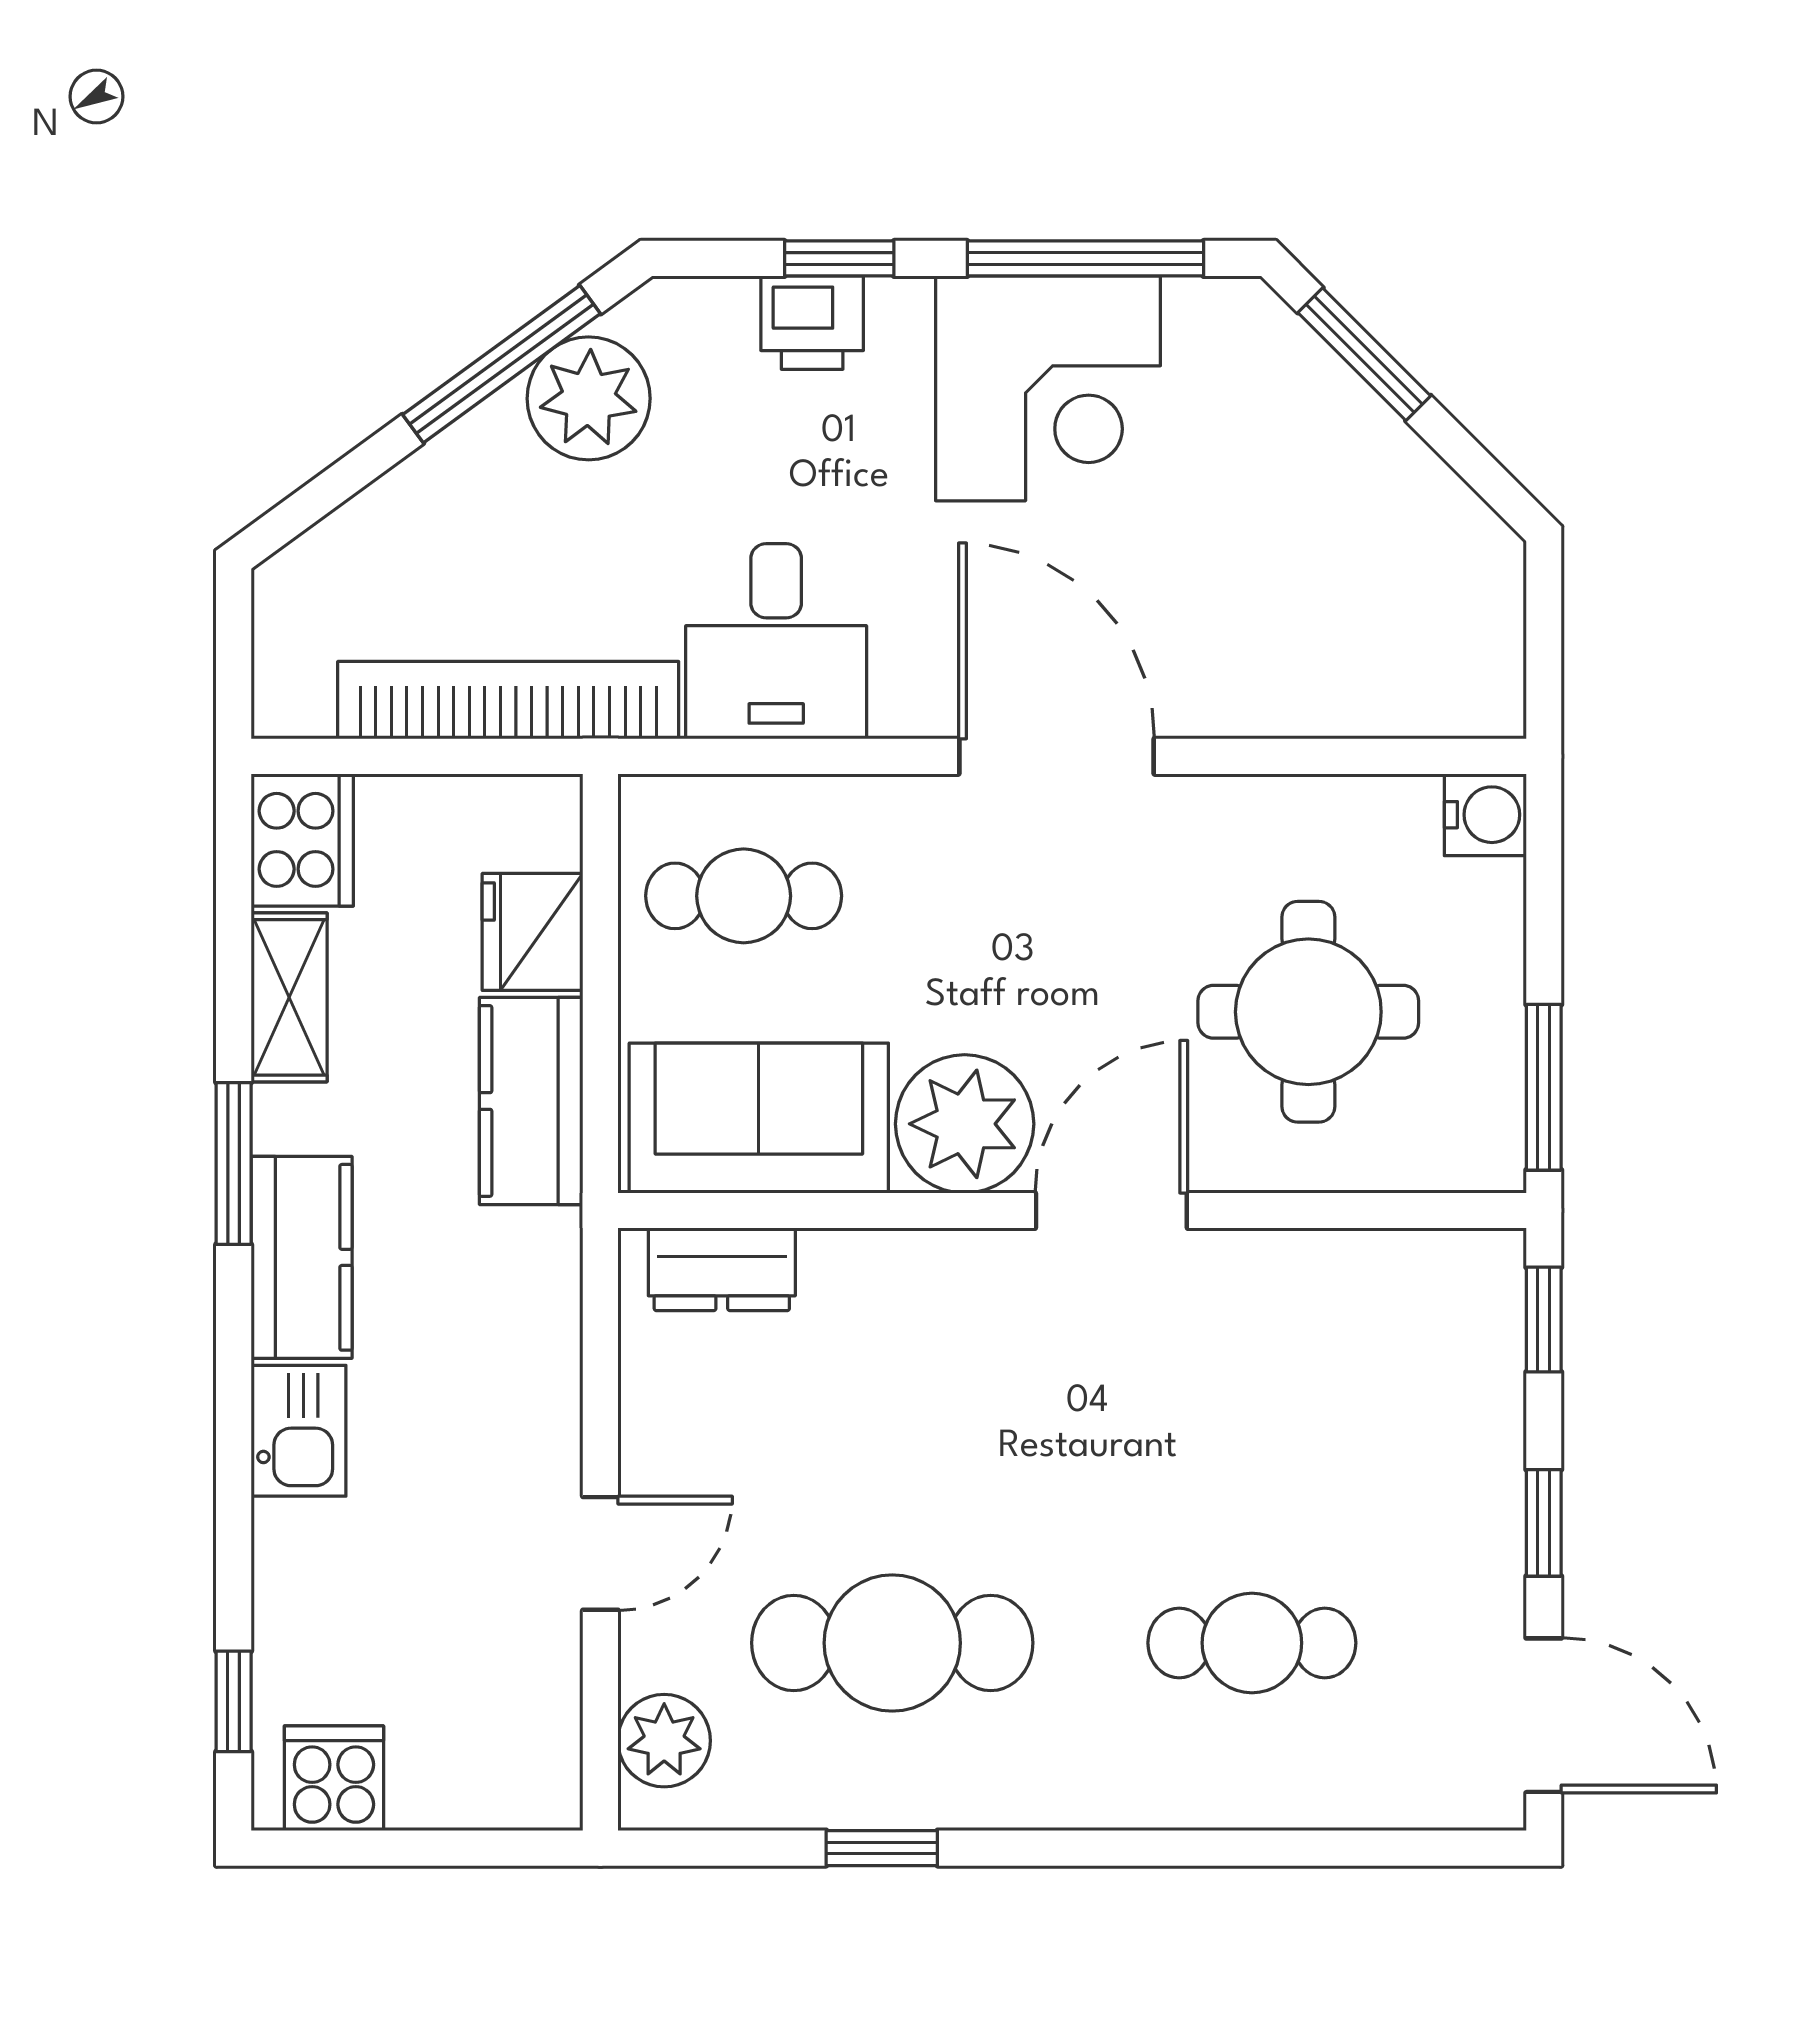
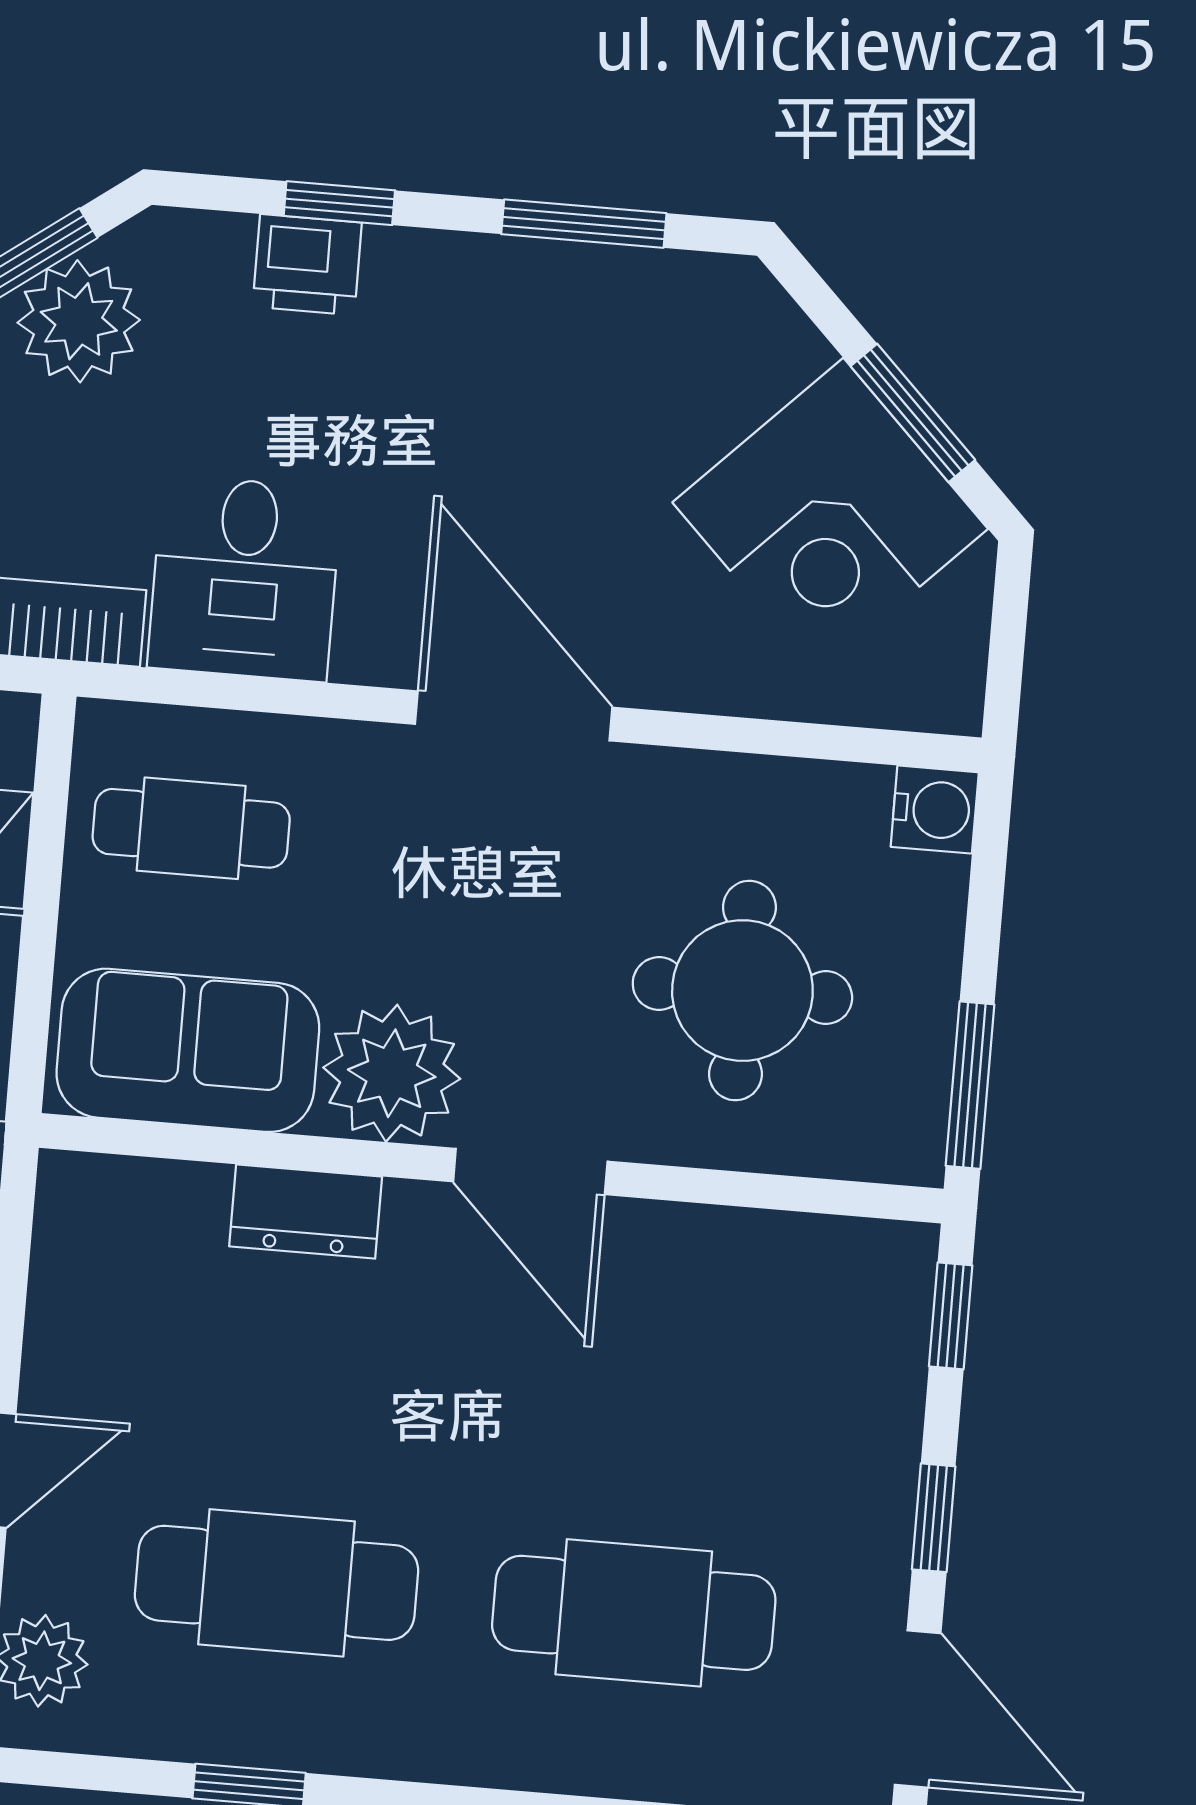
window: (1085, 258) -> (584, 224), width x0.69
window: (1364, 354) -> (913, 413), moved
corner desk: (1048, 388) -> (830, 516), moved, turned 45
door: (1111, 1210) -> (530, 1172), swing flipped
dresser: (722, 1269) -> (306, 1211), moved
cafe table: (1252, 1643) -> (634, 1613), width x1.37, depth x1.35

